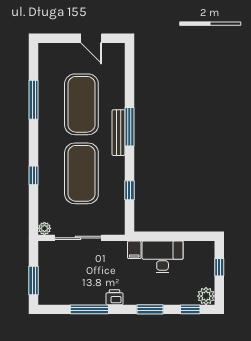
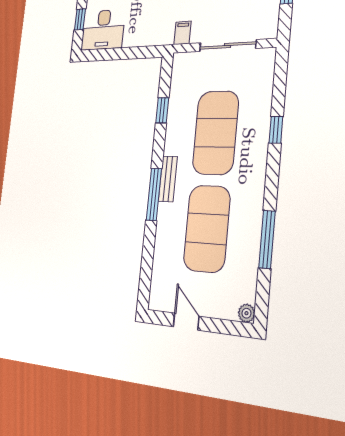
bench: (118, 133) -> (168, 179), width x0.73
plant: (44, 228) -> (246, 313), moved
filing cabinet: (134, 250) -> (183, 33), moved
desk: (163, 257) -> (103, 30), moved

